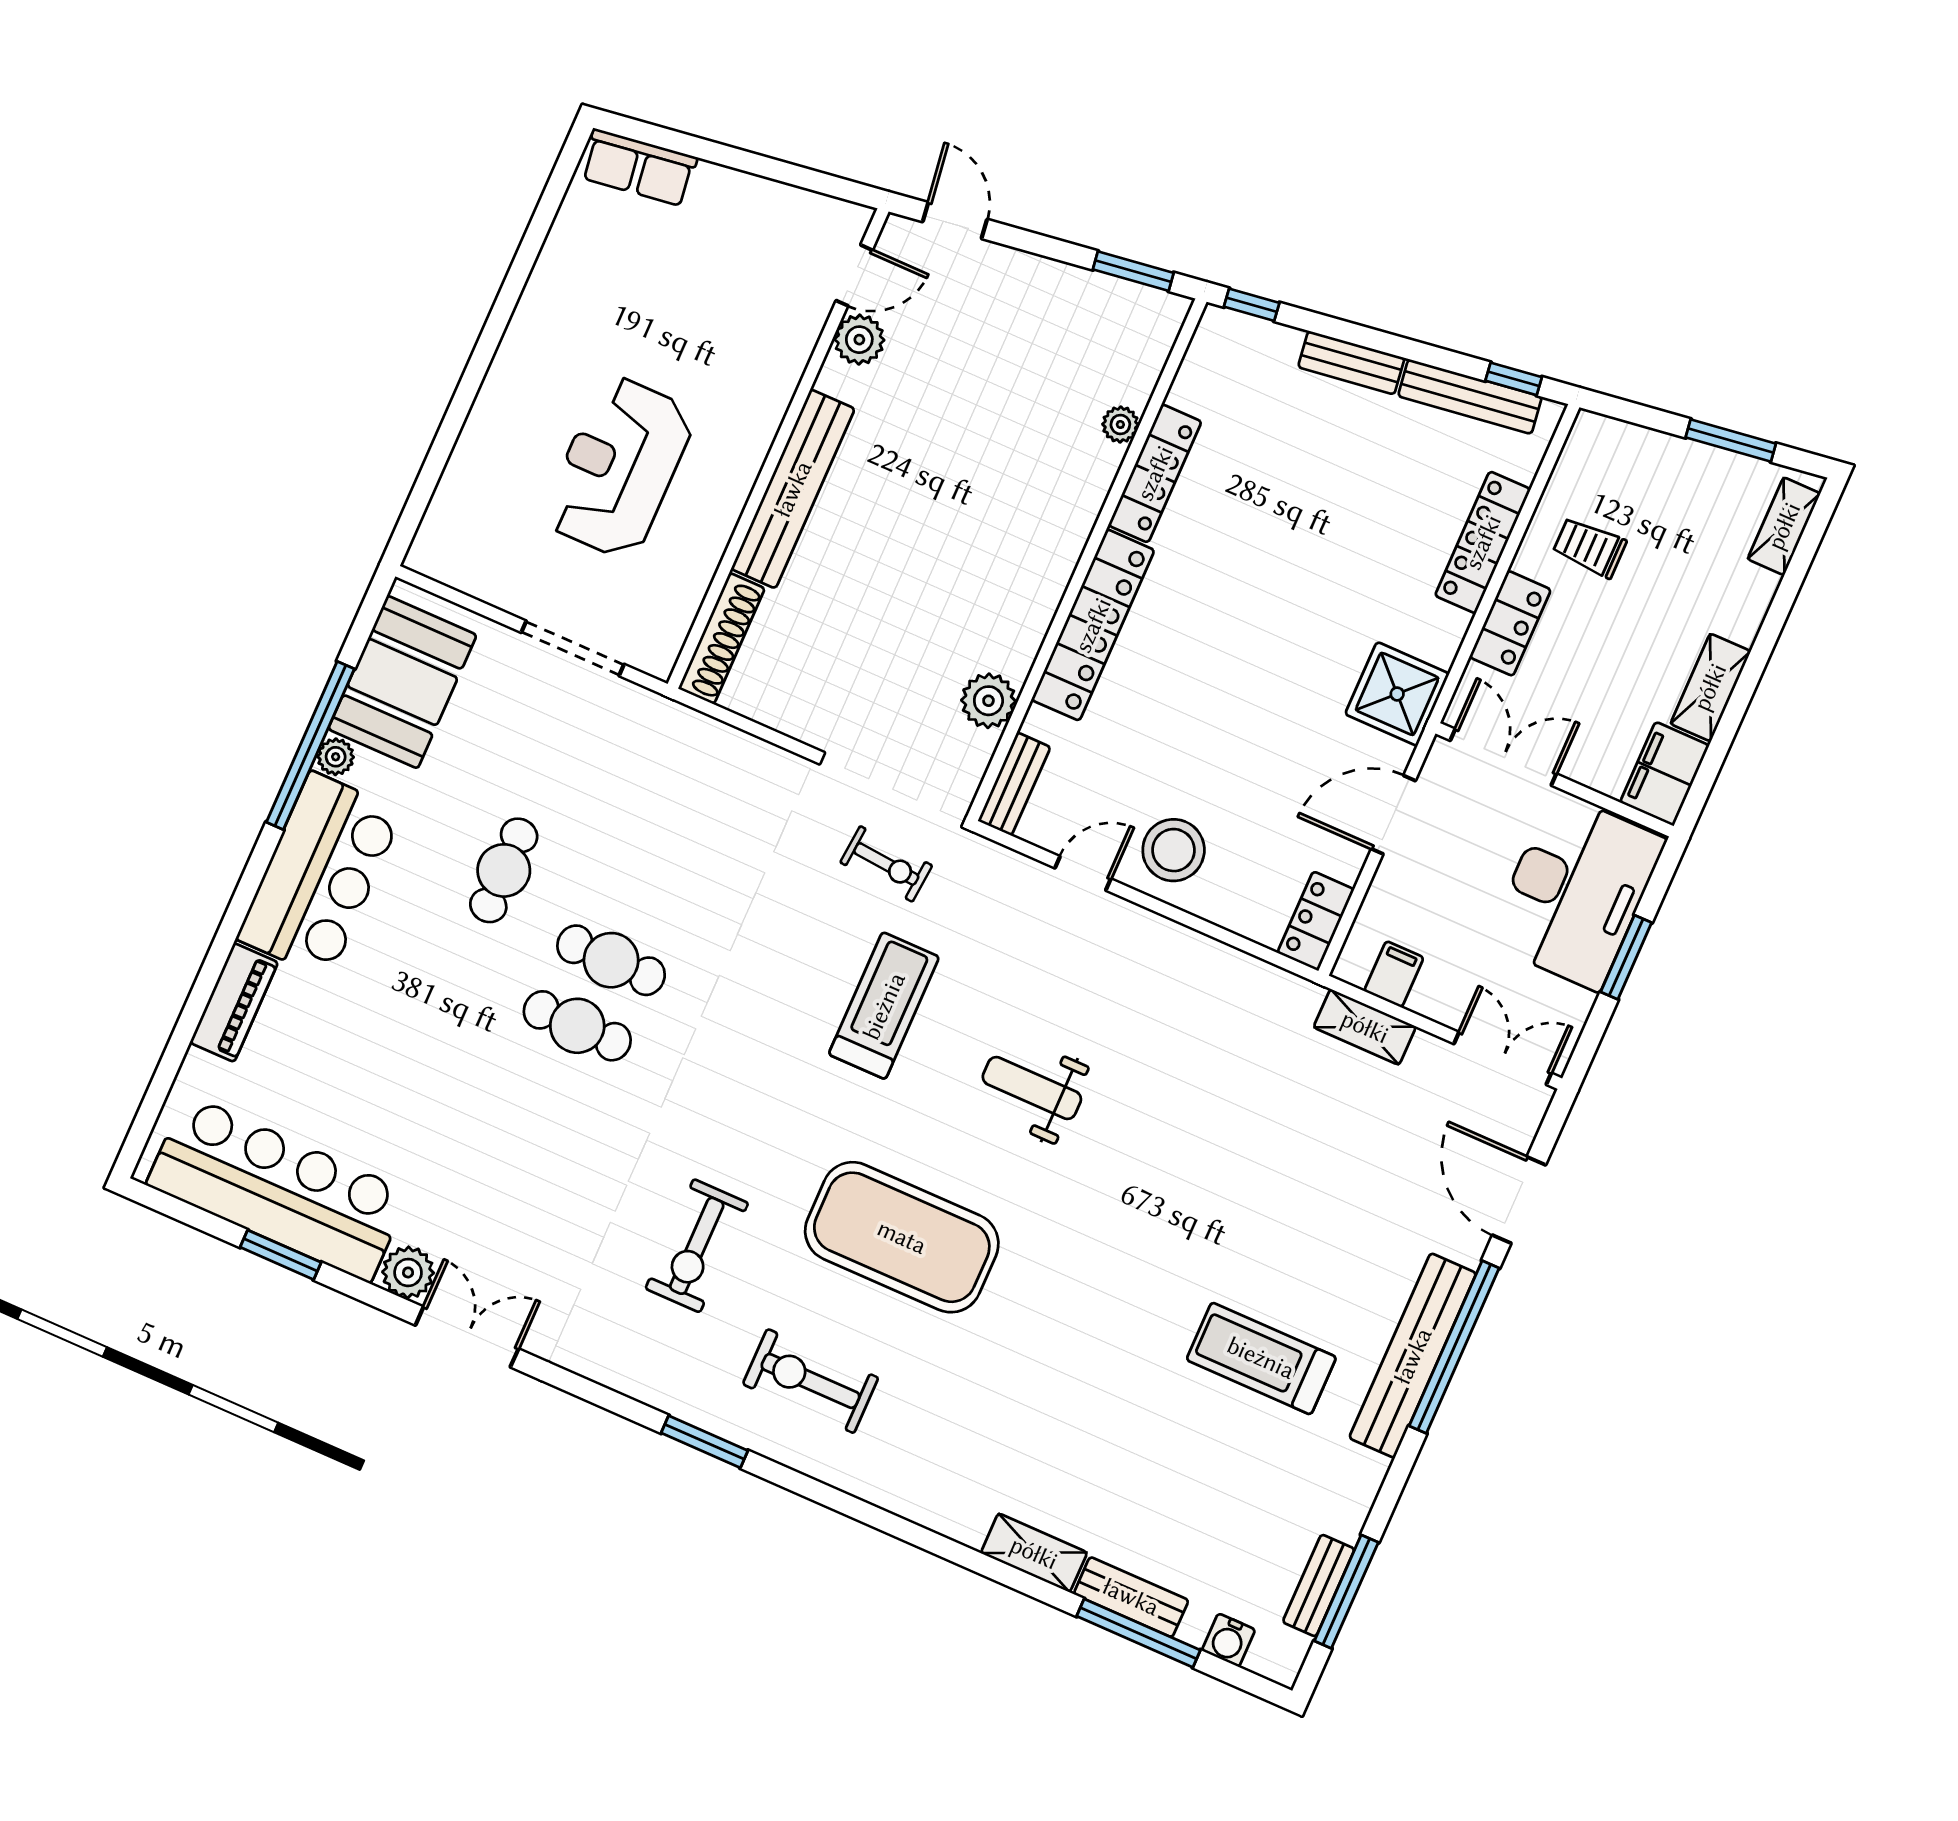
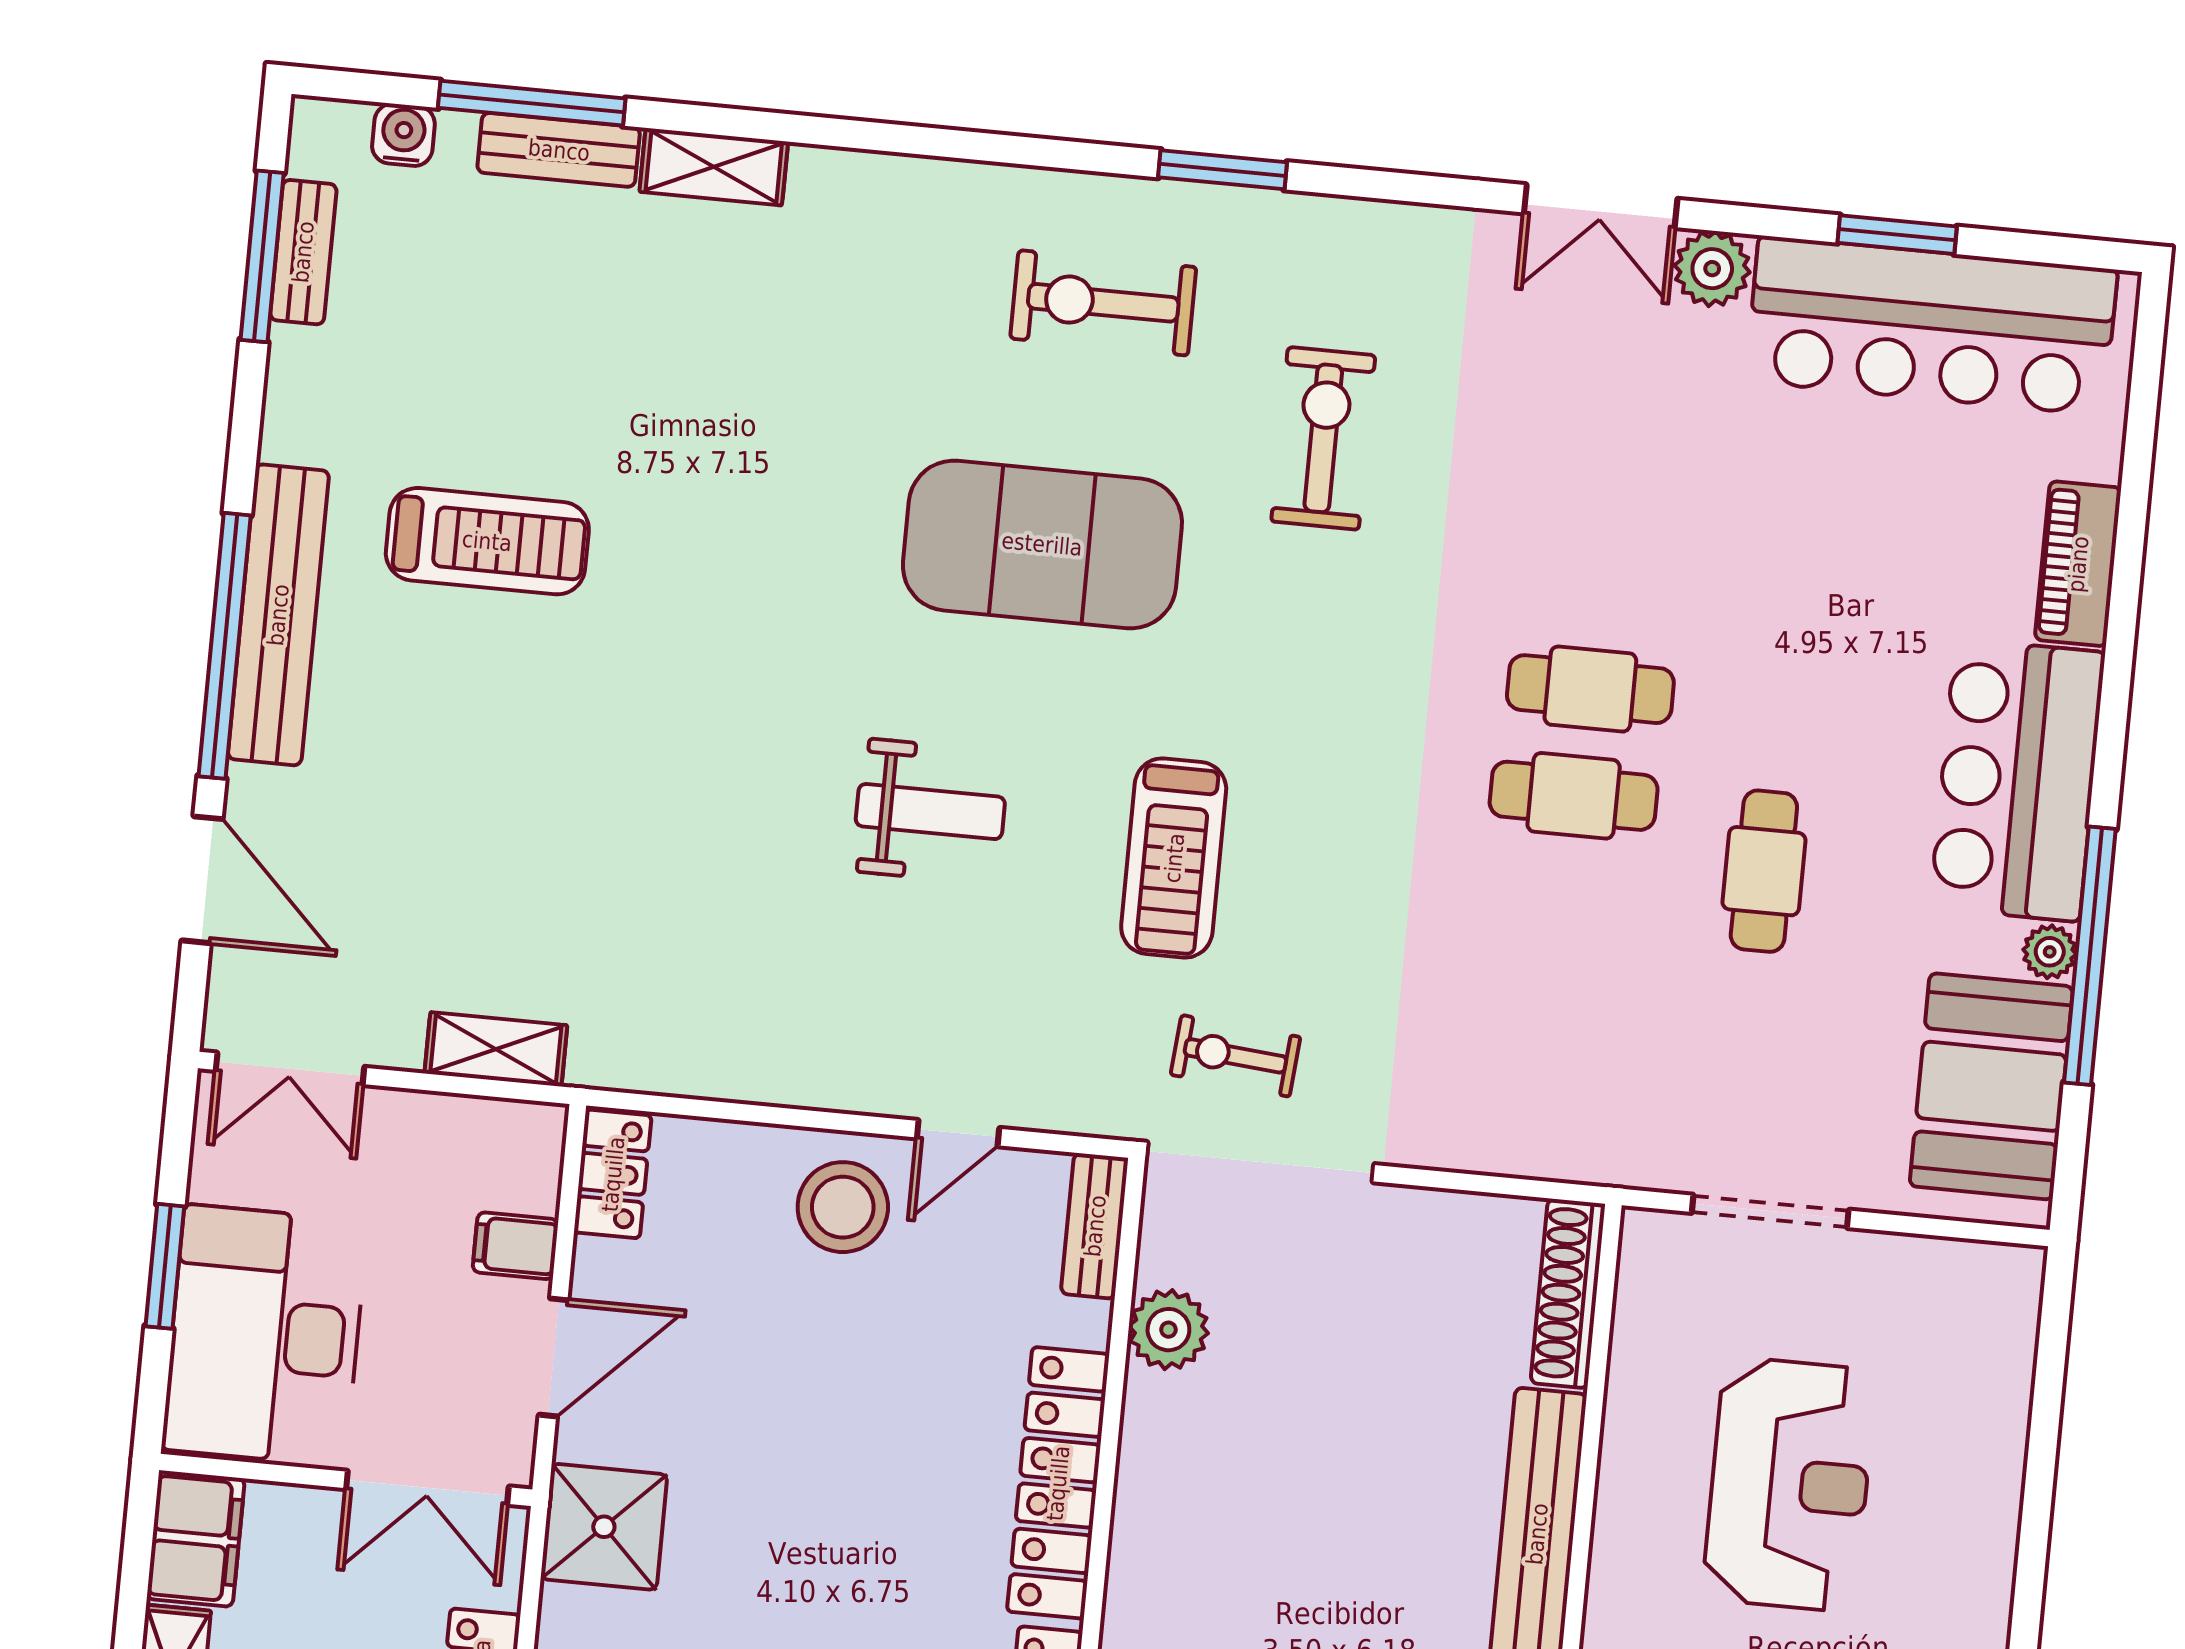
filing cabinet: (1394, 974) -> (515, 1246), moved, turned 90
exercise bike: (811, 1381) -> (1103, 303), turned 180

